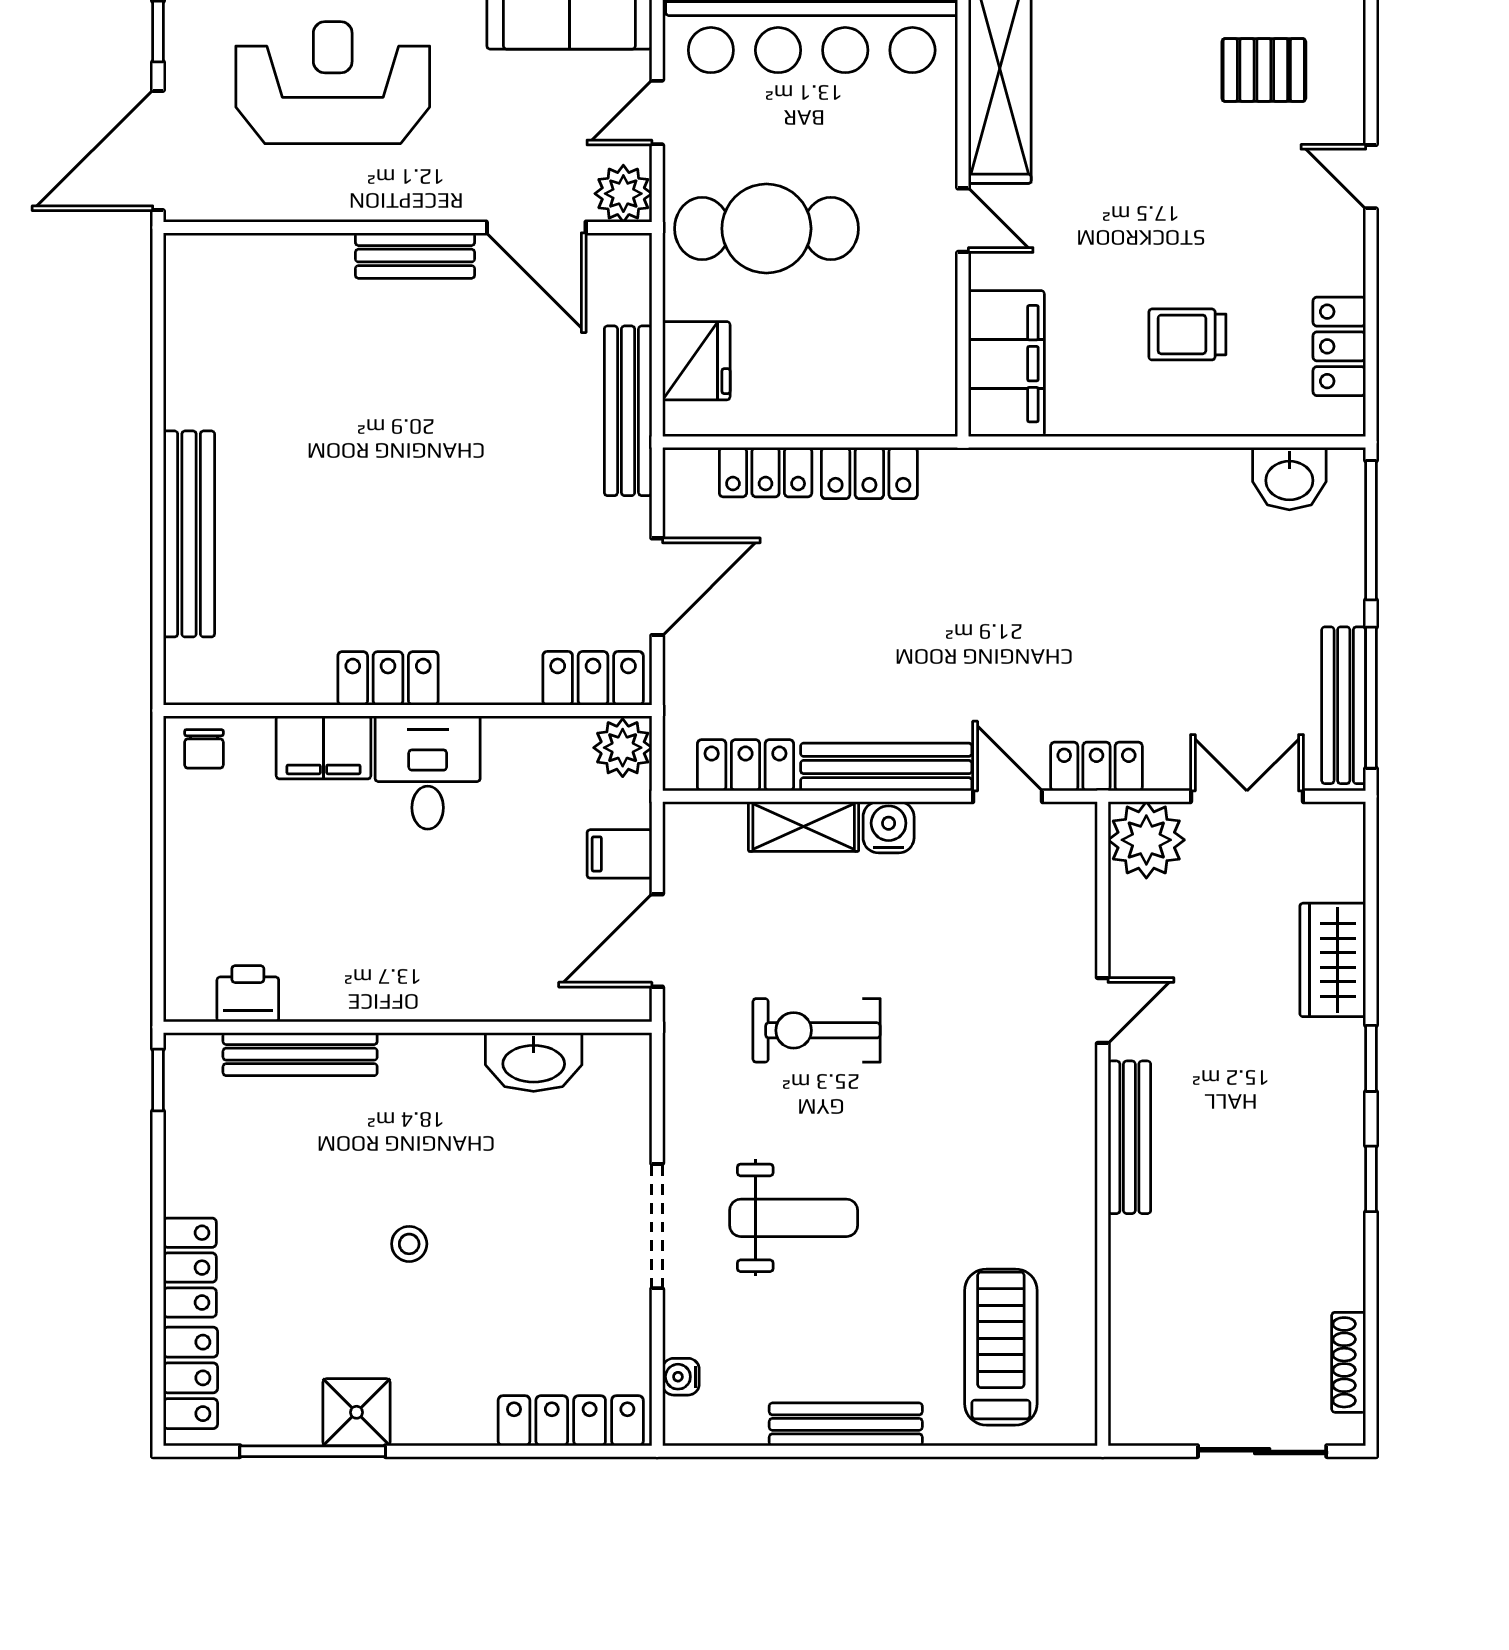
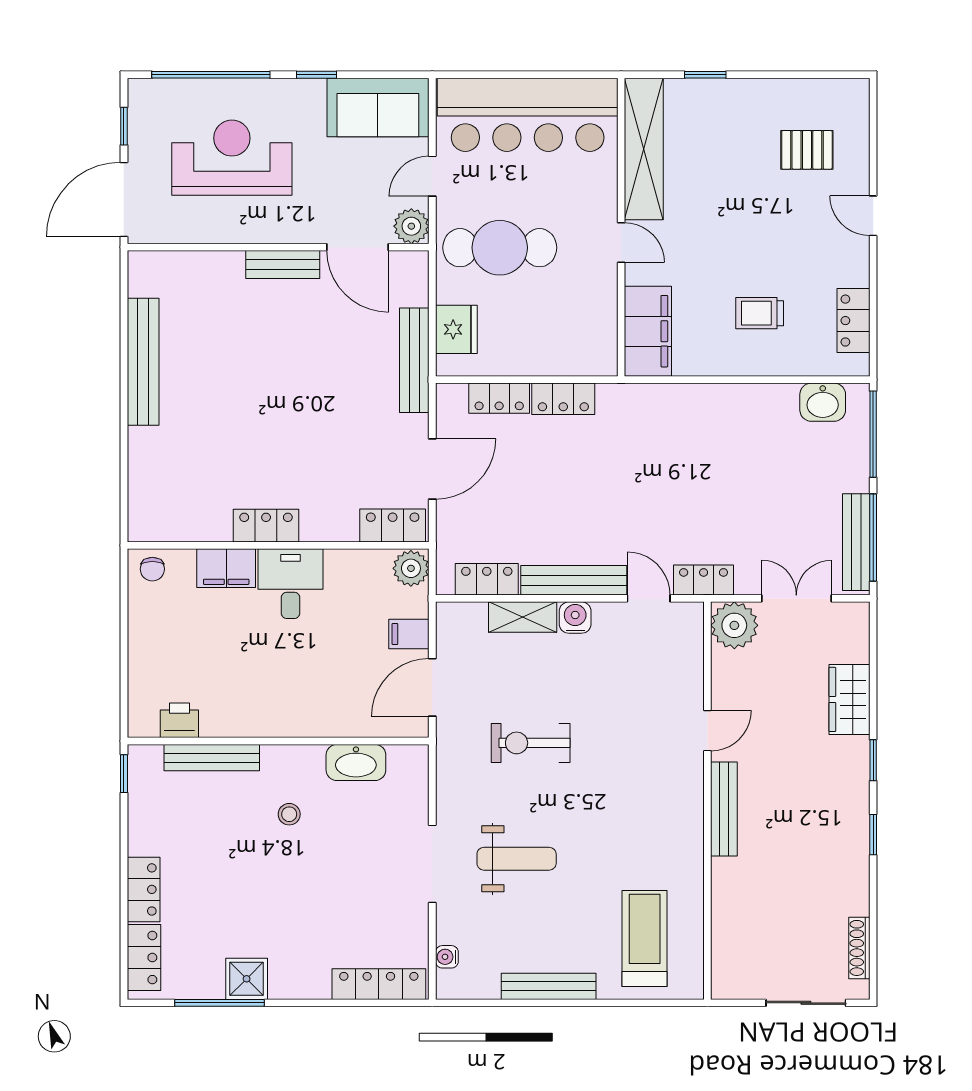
bench: (189, 534) -> (143, 362), moved
stool: (409, 1244) -> (289, 814), moved

